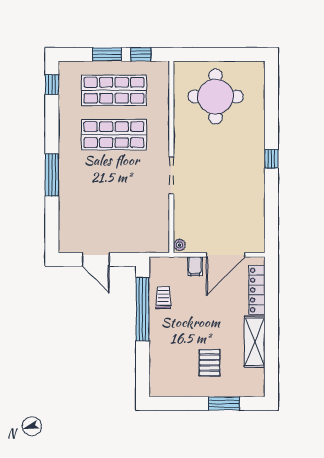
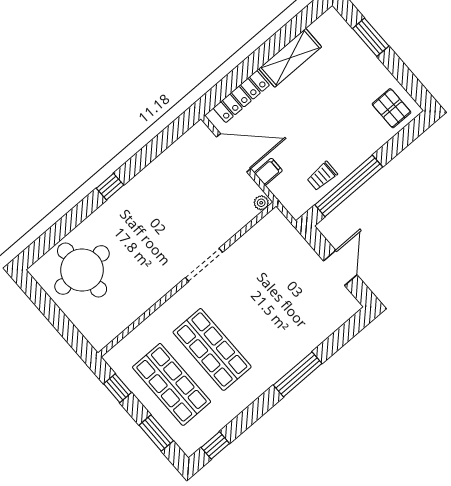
window: (107, 54) -> (156, 433), moved
round table: (216, 97) -> (82, 270), moved
pallet: (210, 363) -> (392, 108), moved, turned 90

